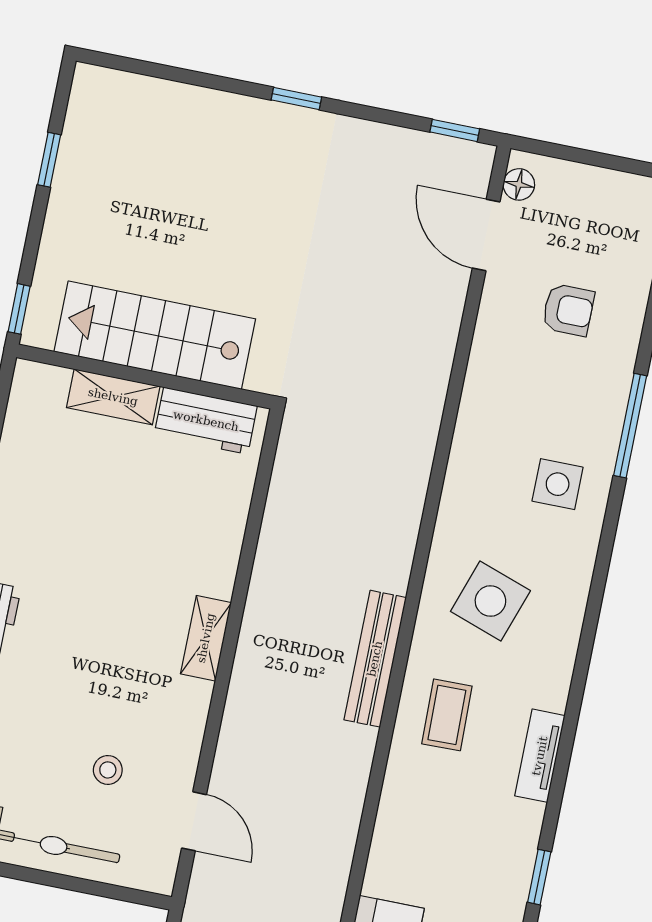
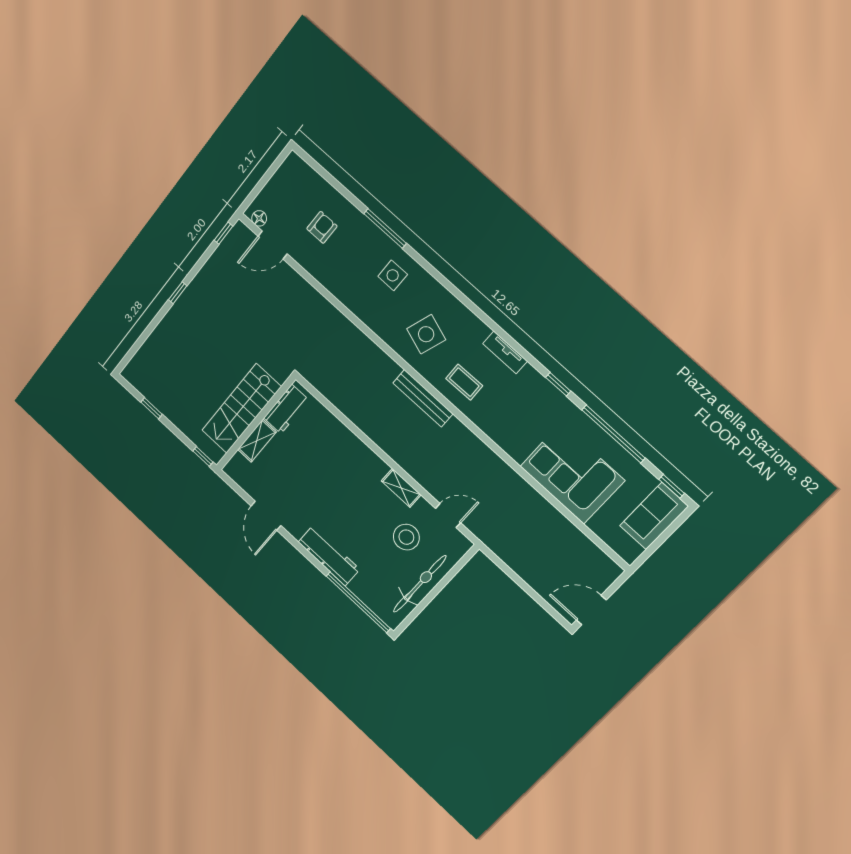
shelving: (206, 638) -> (401, 488), moved
stool: (108, 770) -> (406, 537), width x1.89, depth x1.89

